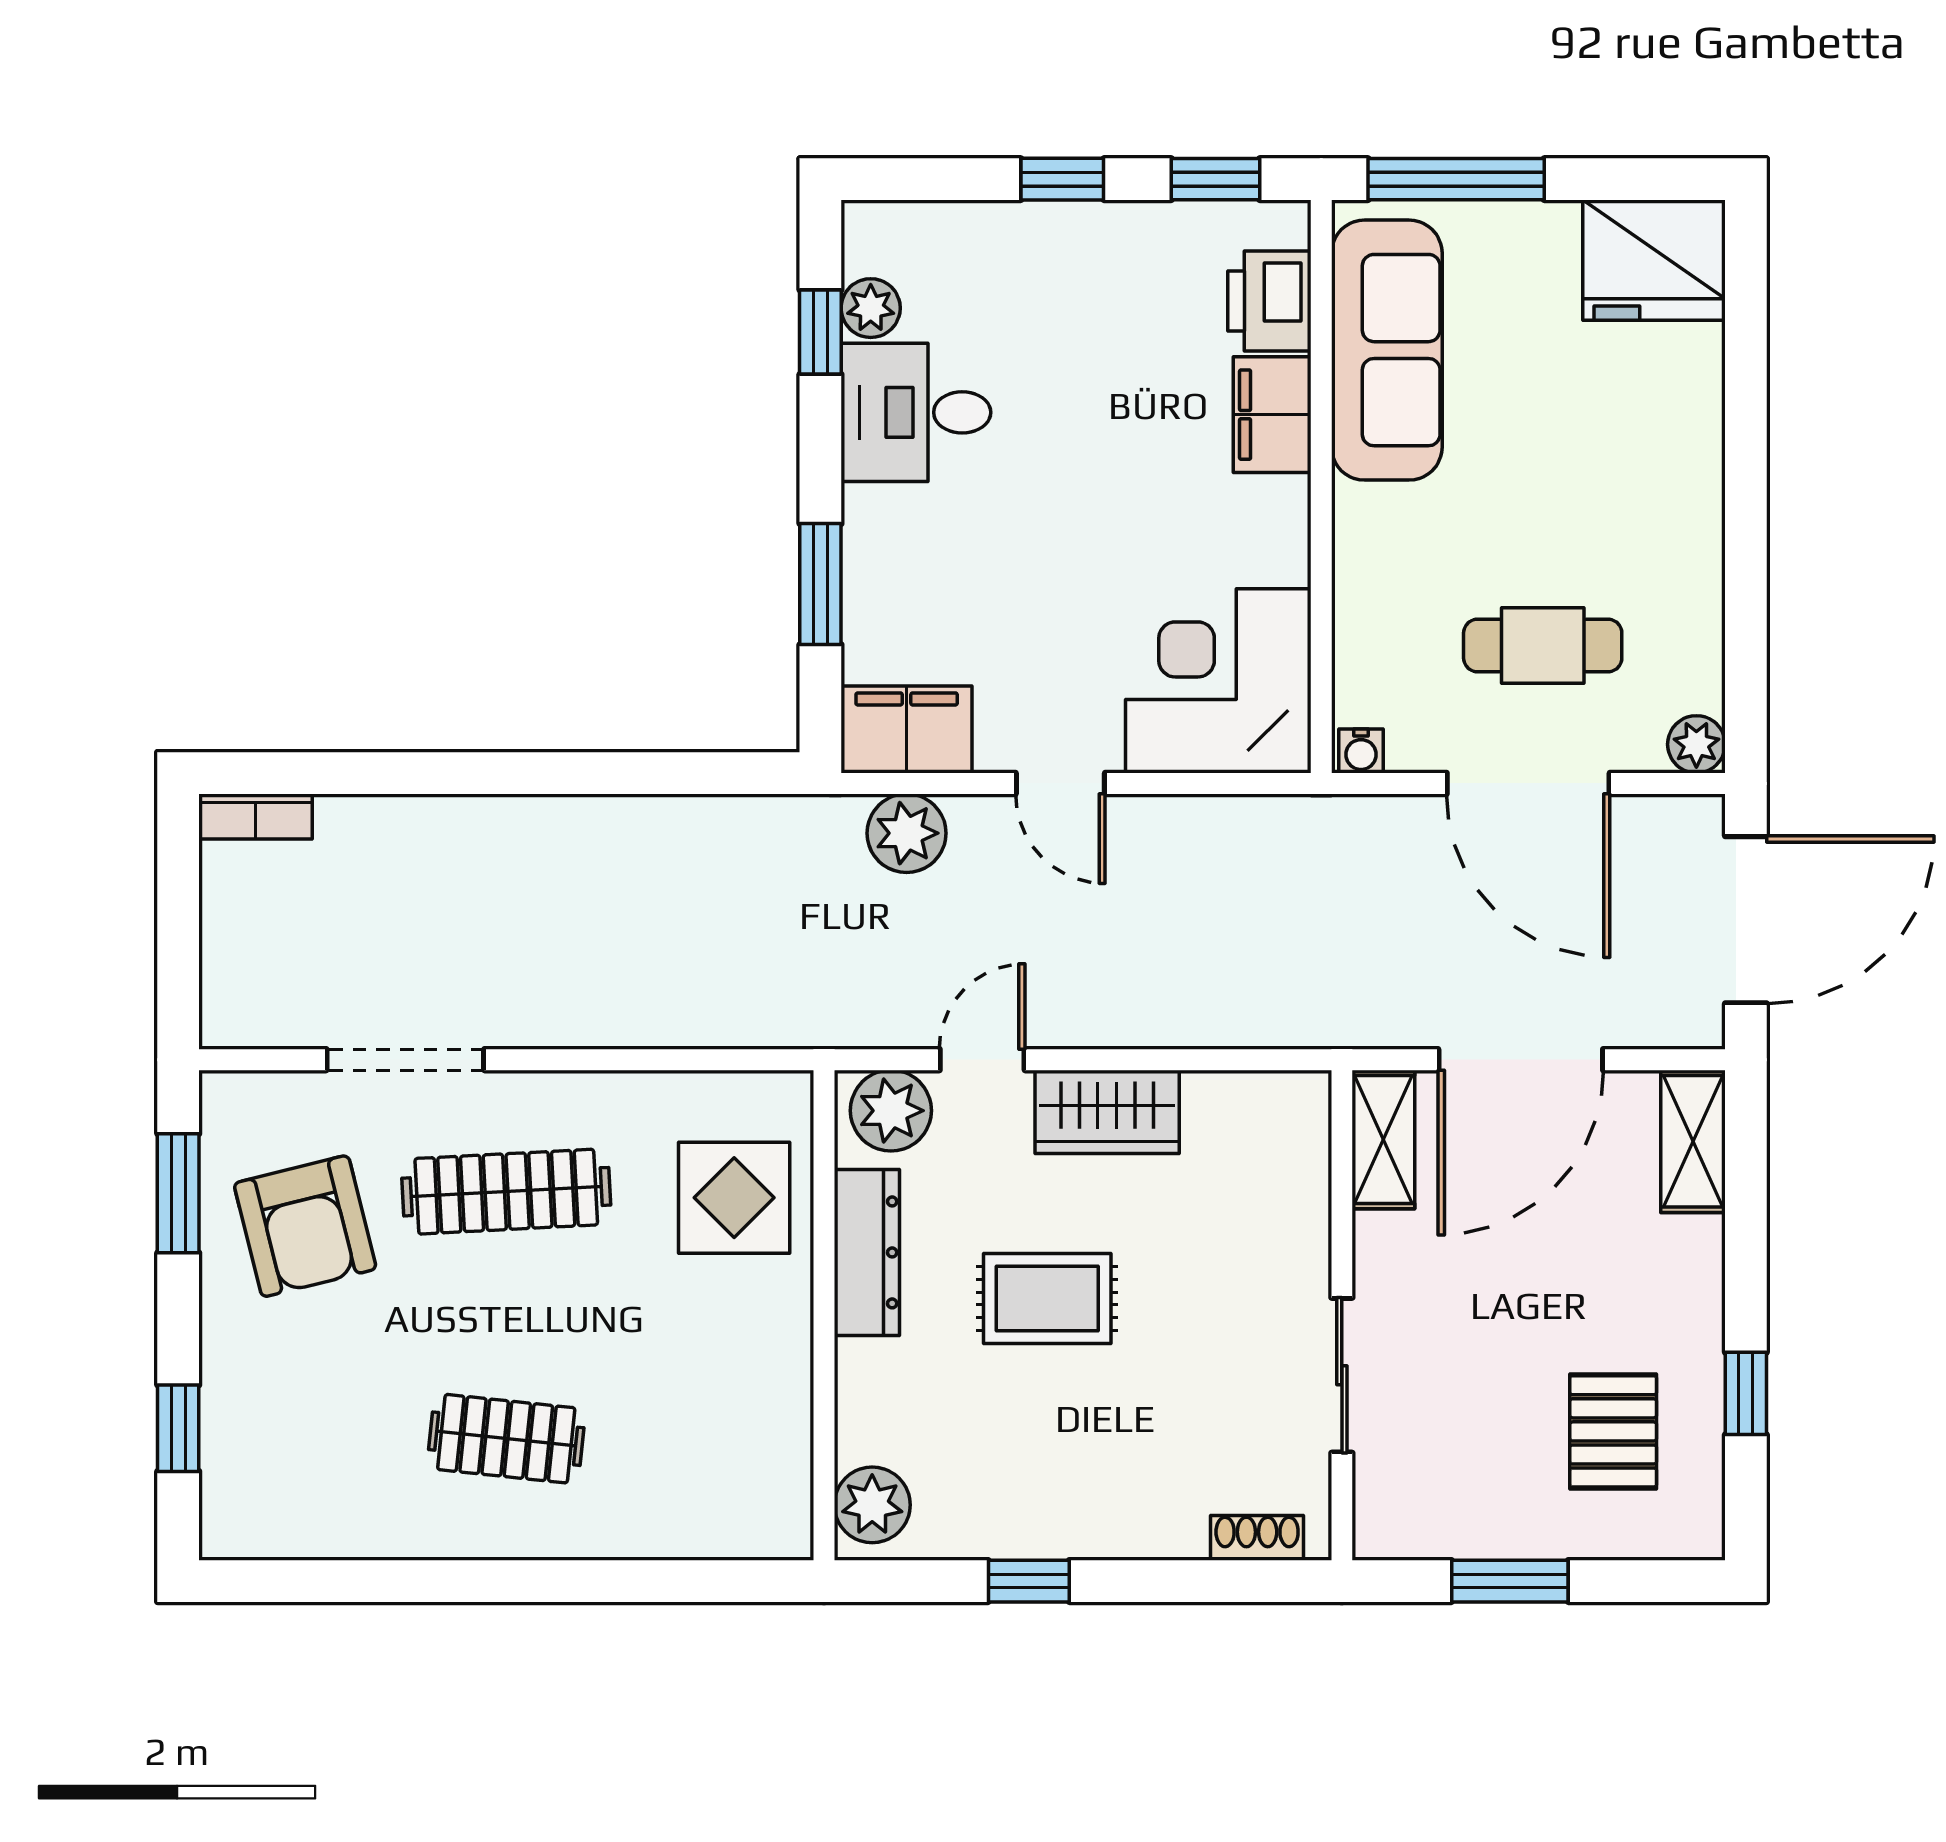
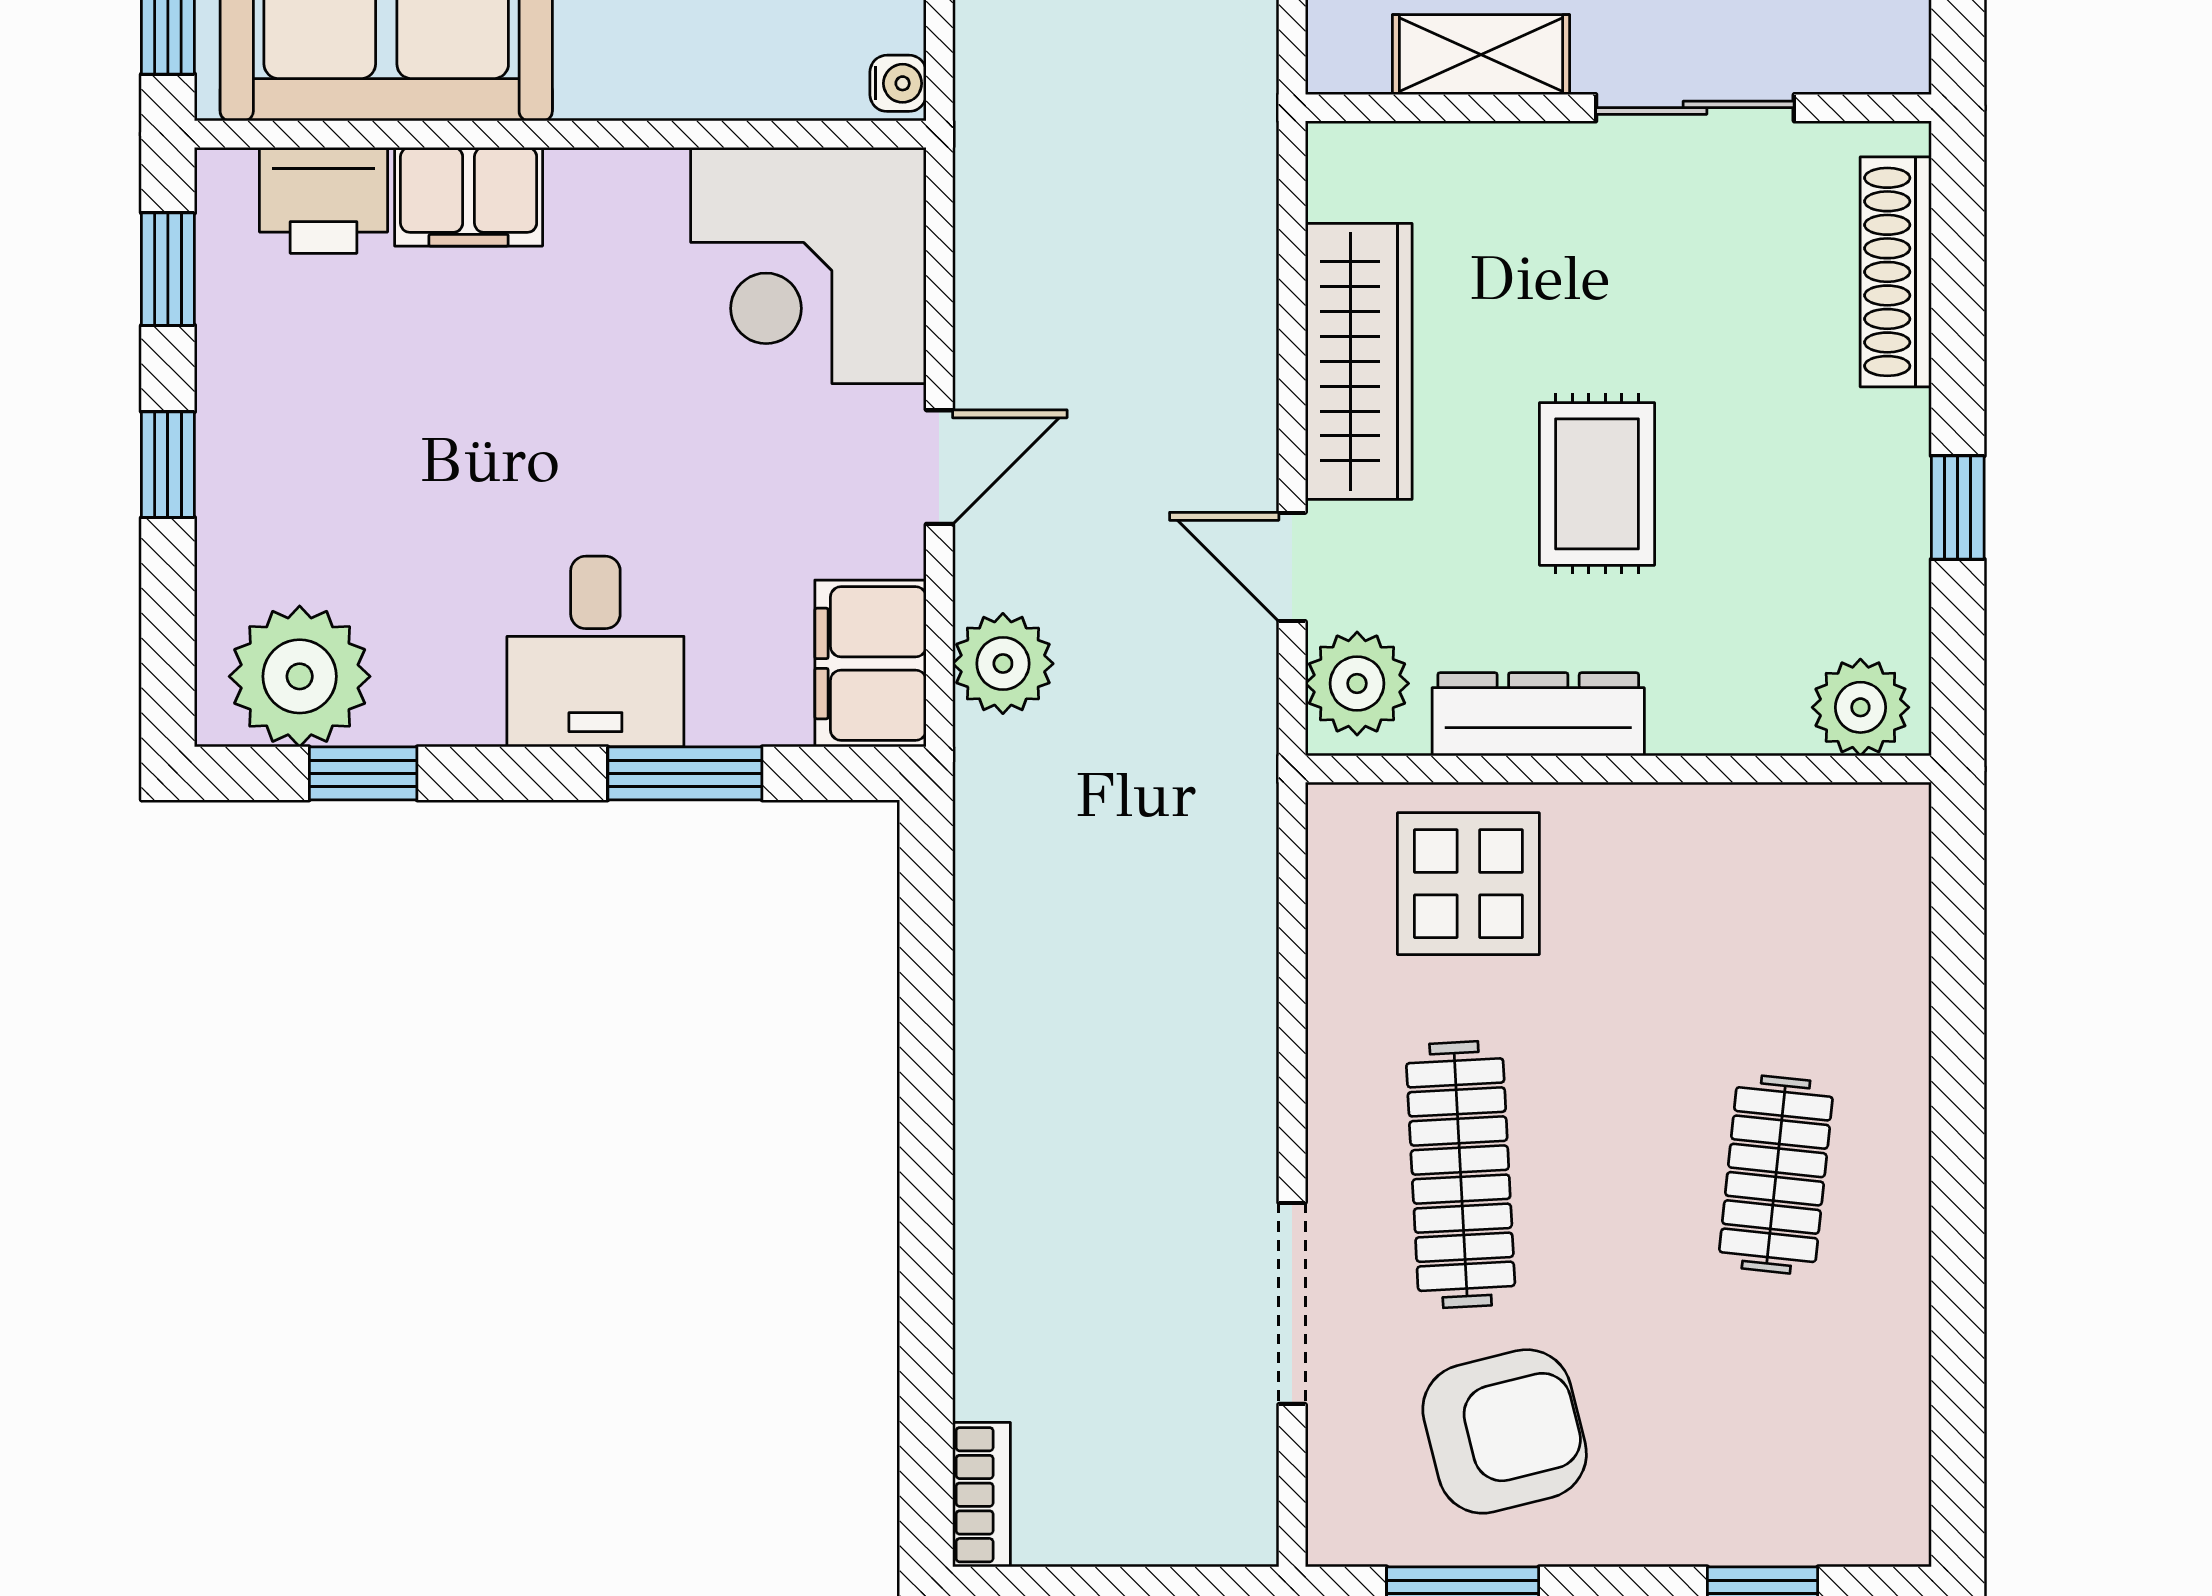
plant: (871, 308) -> (300, 676), width x1.87, depth x1.87
desk: (916, 412) -> (595, 652), moved
wardrobe: (1107, 1112) -> (1359, 361), width x1.50
shelving: (1383, 1139) -> (1481, 55), moved
shoe rack: (1257, 1538) -> (1896, 272), width x1.94, depth x1.24

